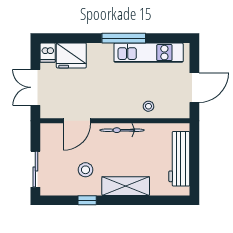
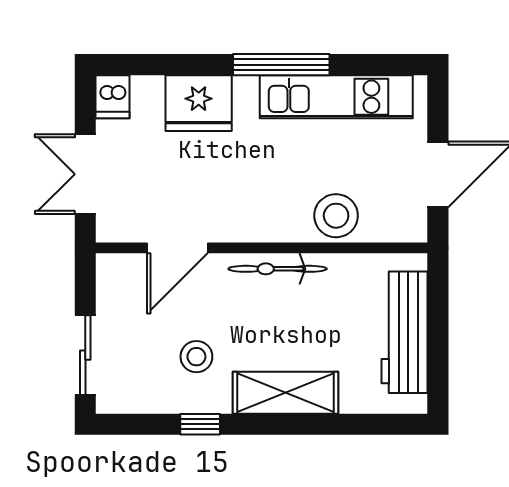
fridge: (71, 55) -> (199, 103), moved
stool: (148, 106) -> (336, 216), width x1.89, depth x1.89

